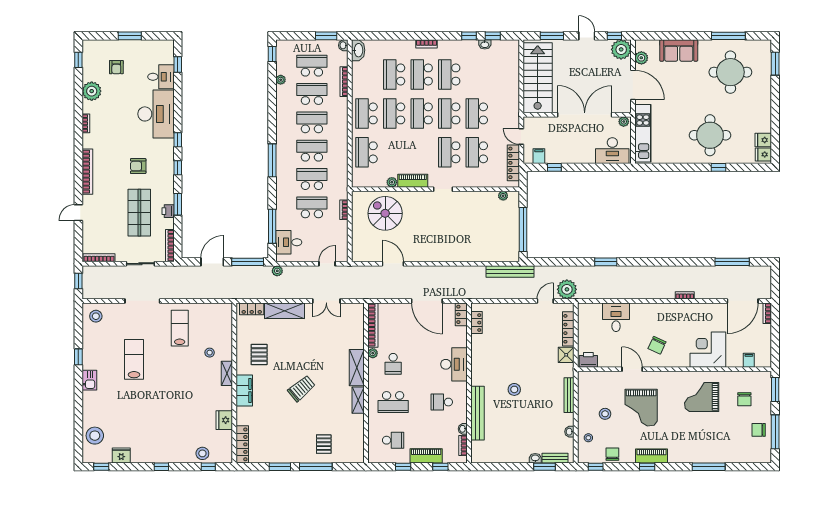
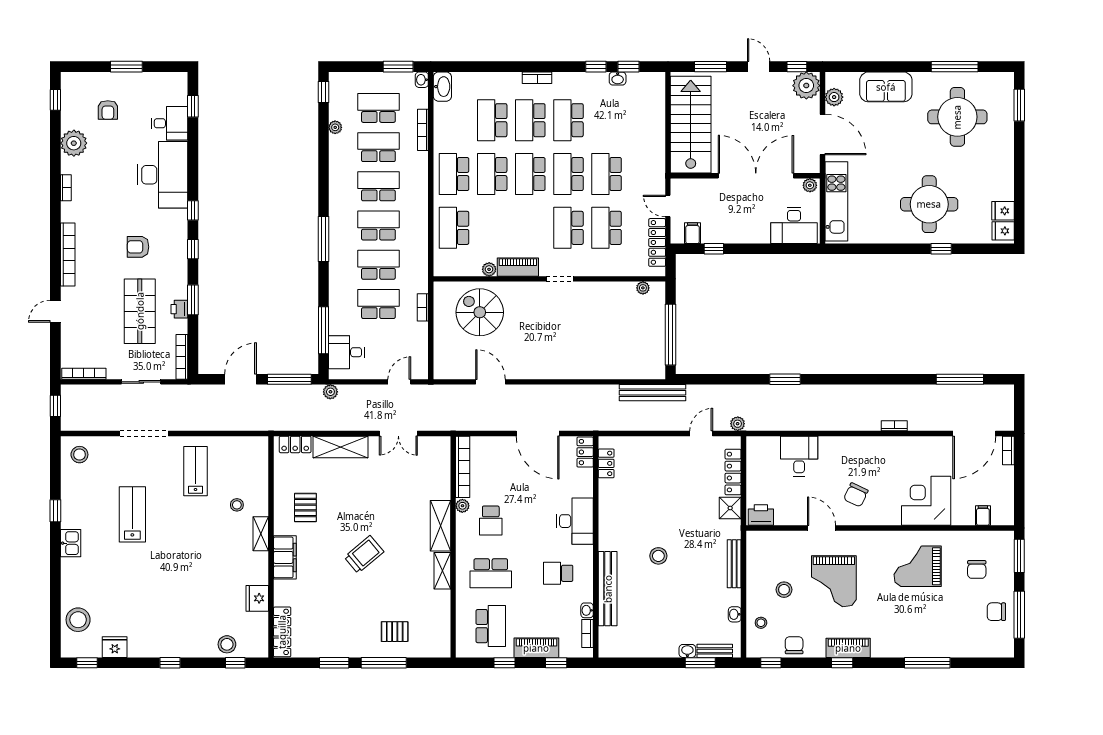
plant: (567, 289) -> (738, 424), width x0.53, depth x0.53
school desk: (393, 440) -> (491, 626), width x1.85
pallet: (324, 444) -> (395, 632), turned 90

